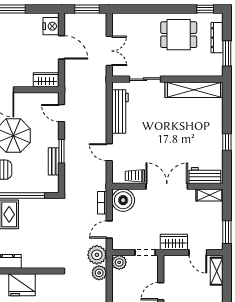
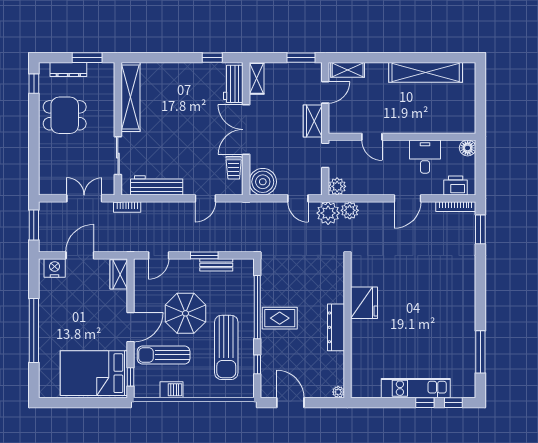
dining table: (179, 35) -> (65, 115), turned 90
window: (227, 142) -> (212, 58), moved
bookcase: (102, 203) -> (127, 207), moved

